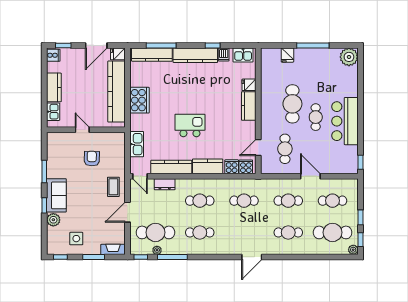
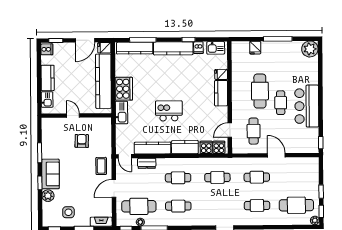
kitchen sink: (137, 144) -> (121, 113), moved
cafe table: (333, 201) -> (296, 177), removed

